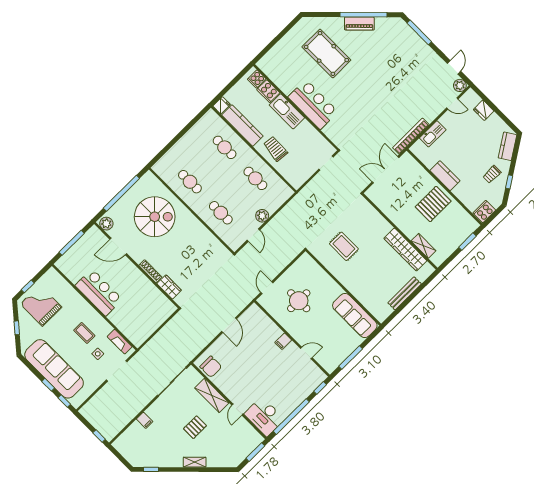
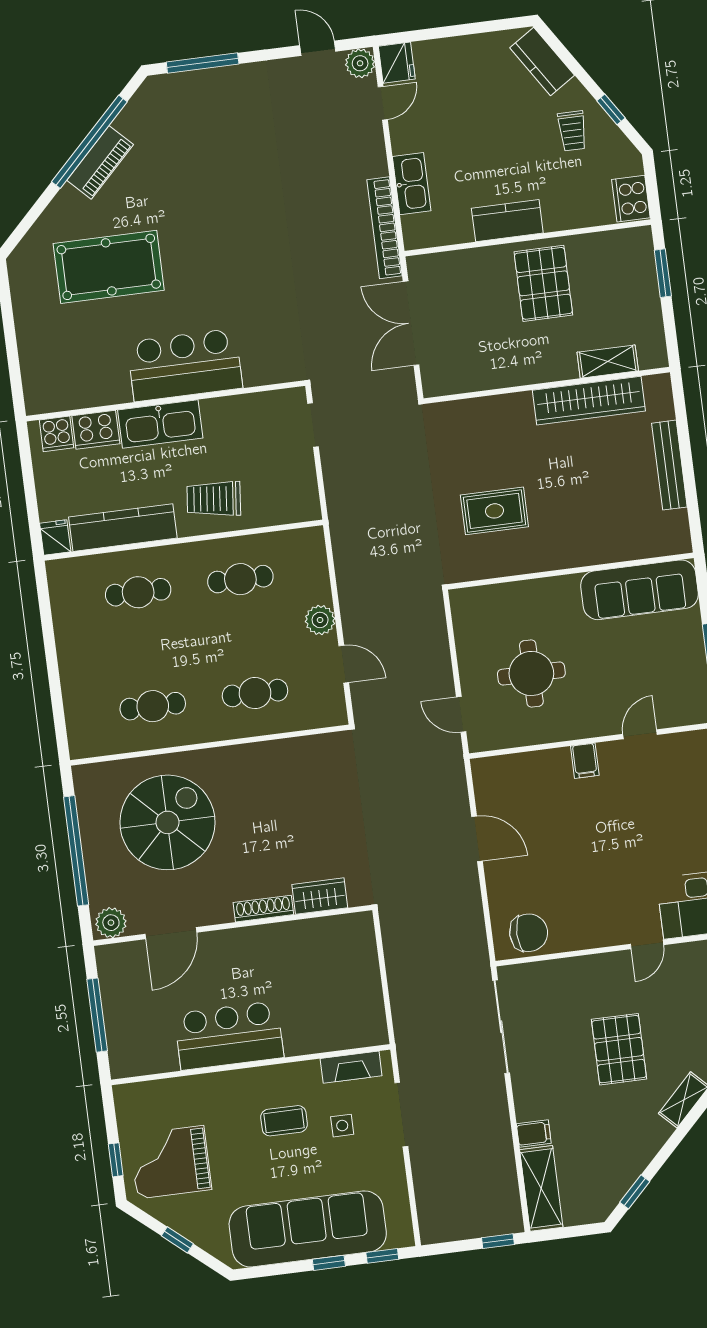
fridge: (484, 110) -> (397, 63), moved, turned -90
shelving: (212, 395) -> (541, 1188), moved, turned 90
door: (237, 410) -> (647, 944), hinge flipped
pallet: (195, 427) -> (619, 1049), width x1.50, depth x1.42

